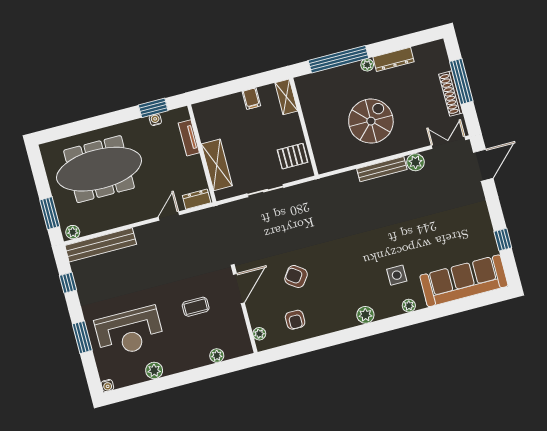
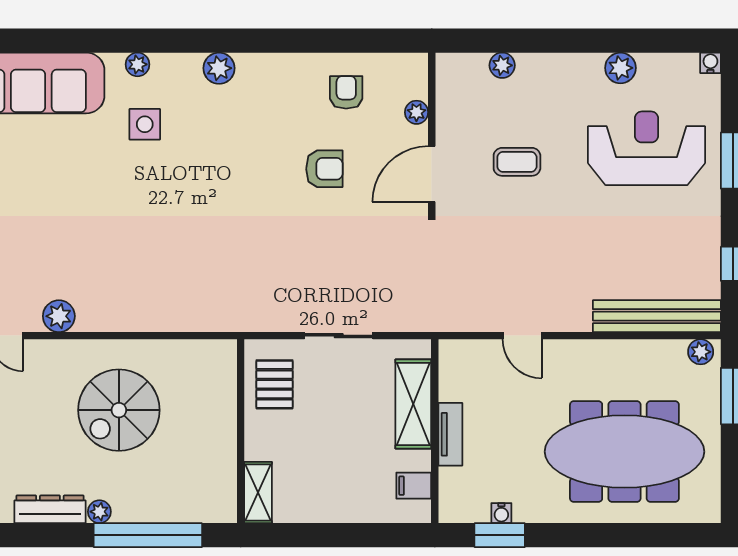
filing cabinet: (251, 99) -> (414, 486), moved, turned -90
tv unit: (189, 138) -> (450, 434), moved
pallet: (293, 156) -> (275, 384), turned 90
bench: (382, 169) -> (122, 320), removed
dresser: (197, 199) -> (465, 353), removed
door: (169, 216) -> (522, 336), hinge flipped
armchair: (296, 276) -> (324, 169), turned -36
plant: (259, 334) -> (416, 112), moved

